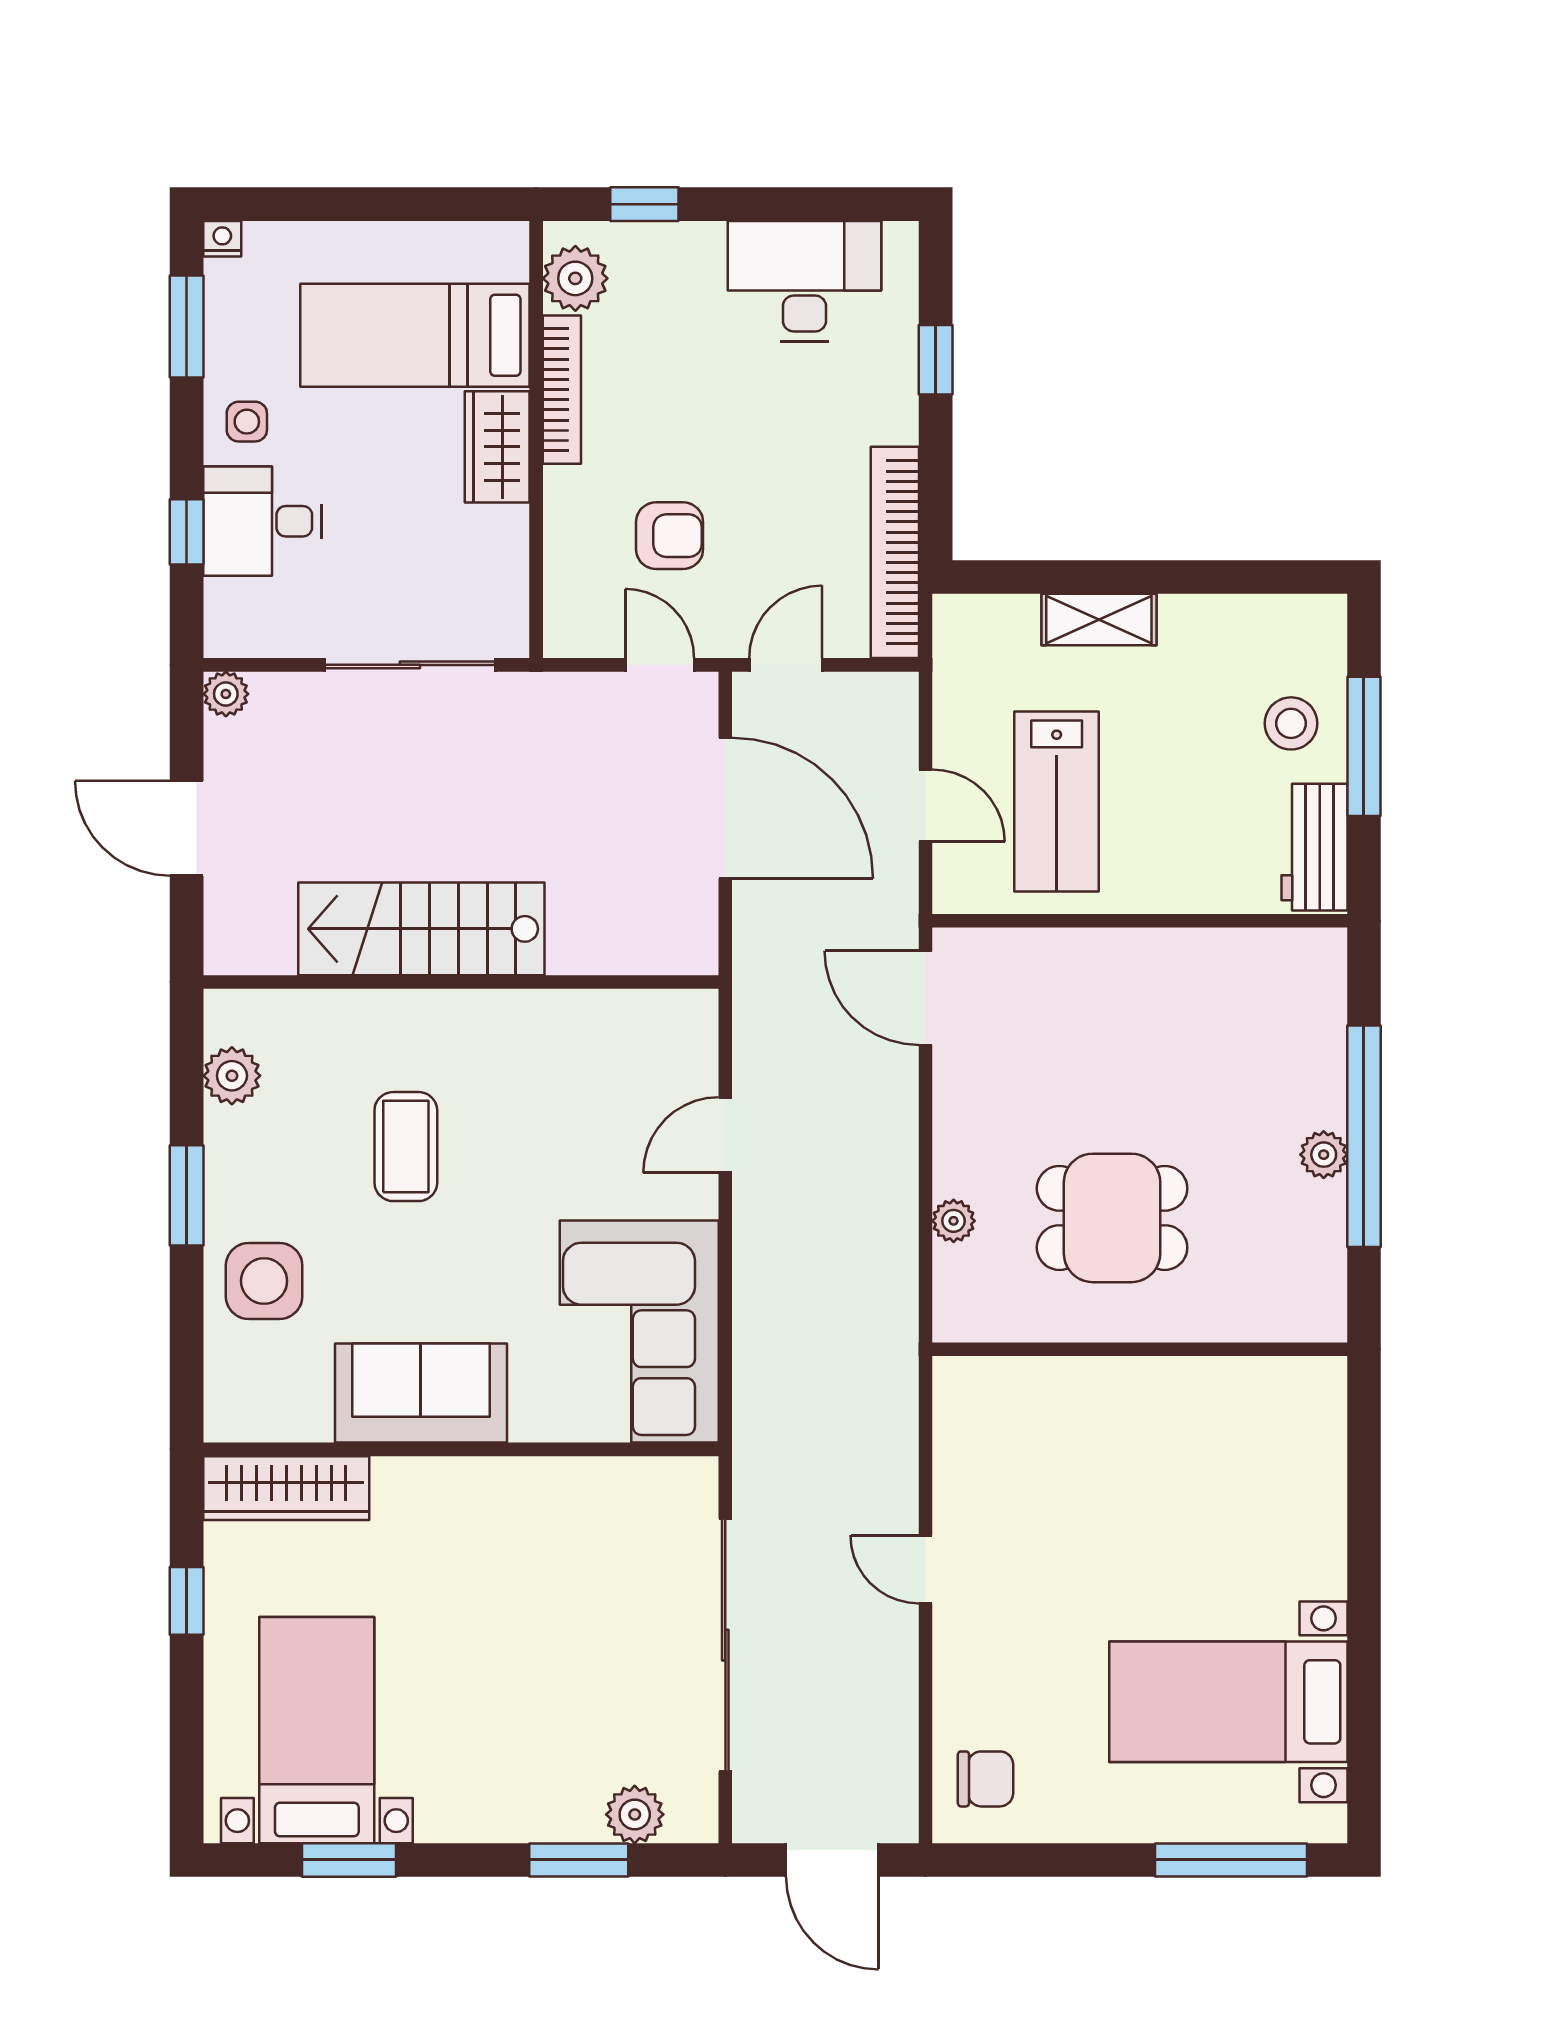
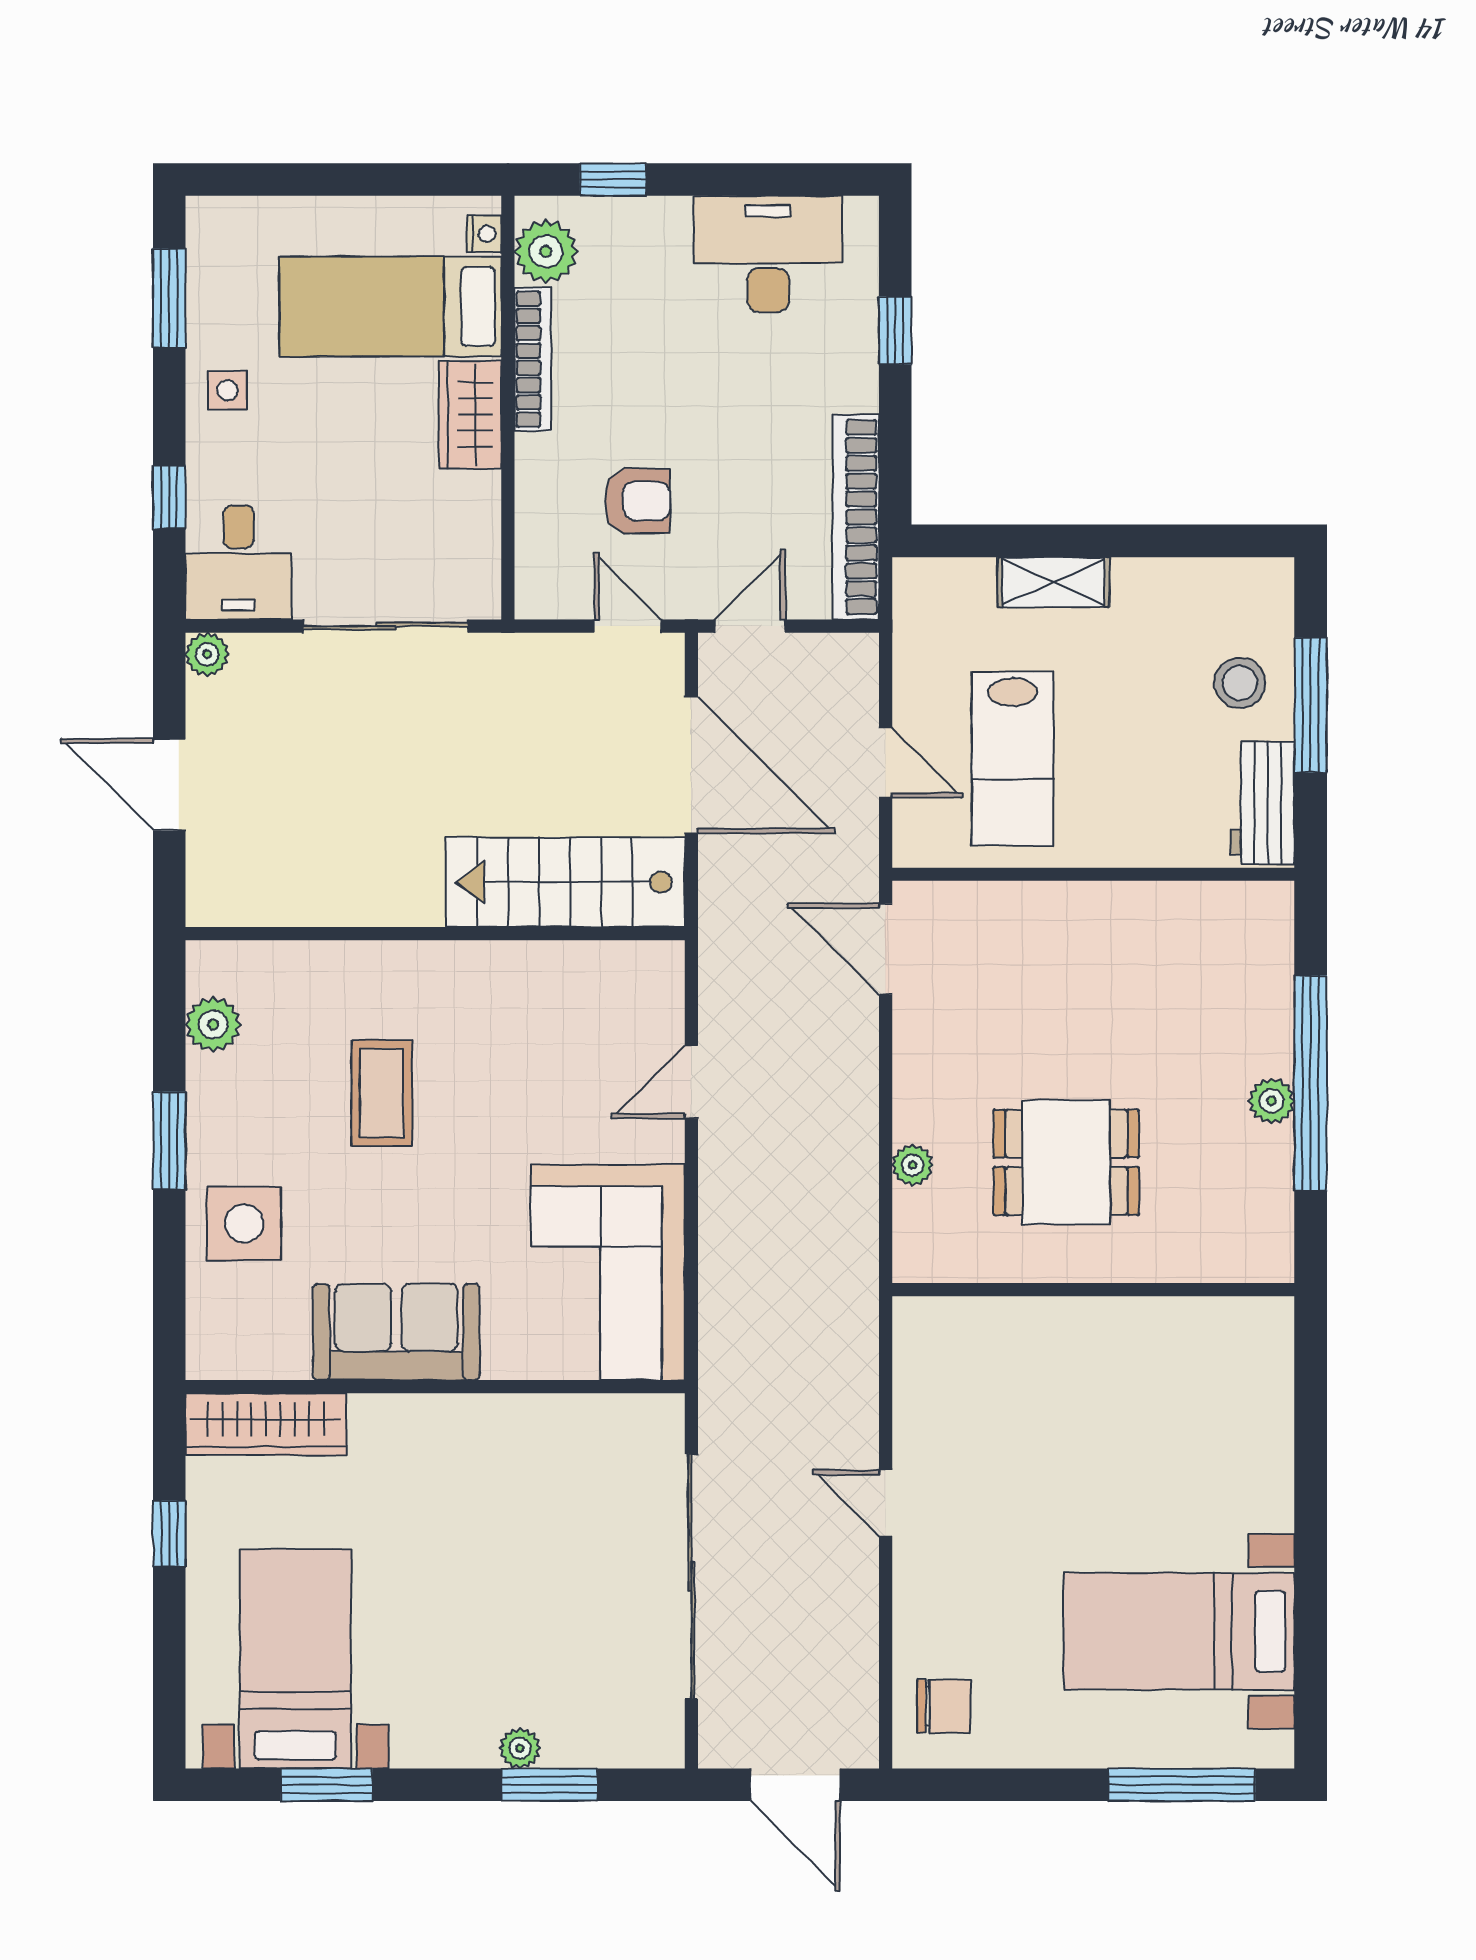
nightstand: (222, 239) -> (484, 234), moved, turned 90
desk: (262, 521) -> (238, 562), moved, turned -90
stairs: (421, 929) -> (566, 882), moved
plant: (635, 1814) -> (520, 1748), moved, width x0.73, depth x0.73

